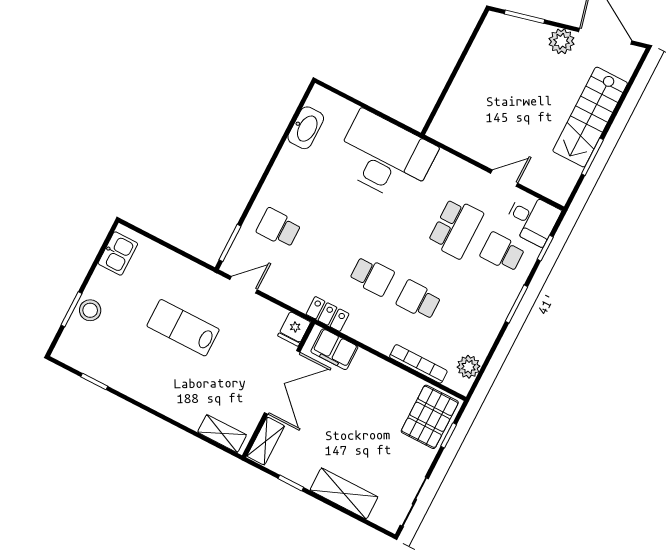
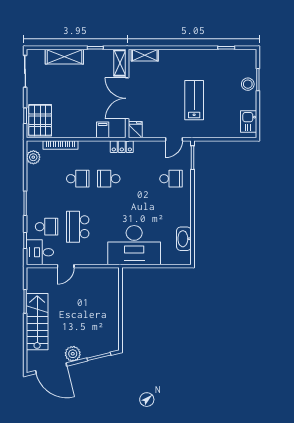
lab bench: (183, 328) -> (194, 100), turned -90
filing cabinet: (334, 349) -> (103, 130), width x0.50

